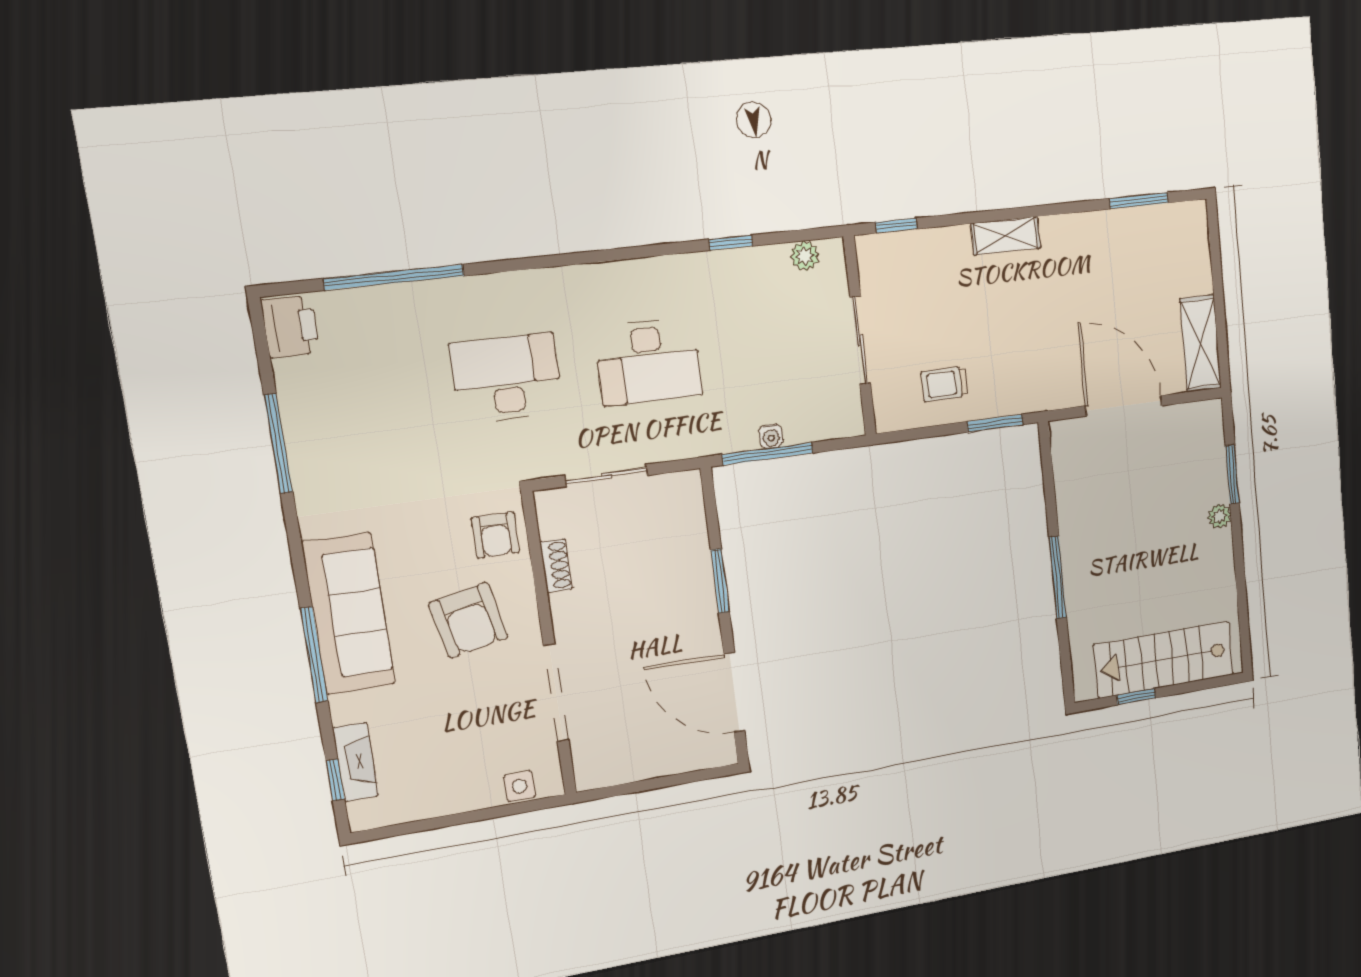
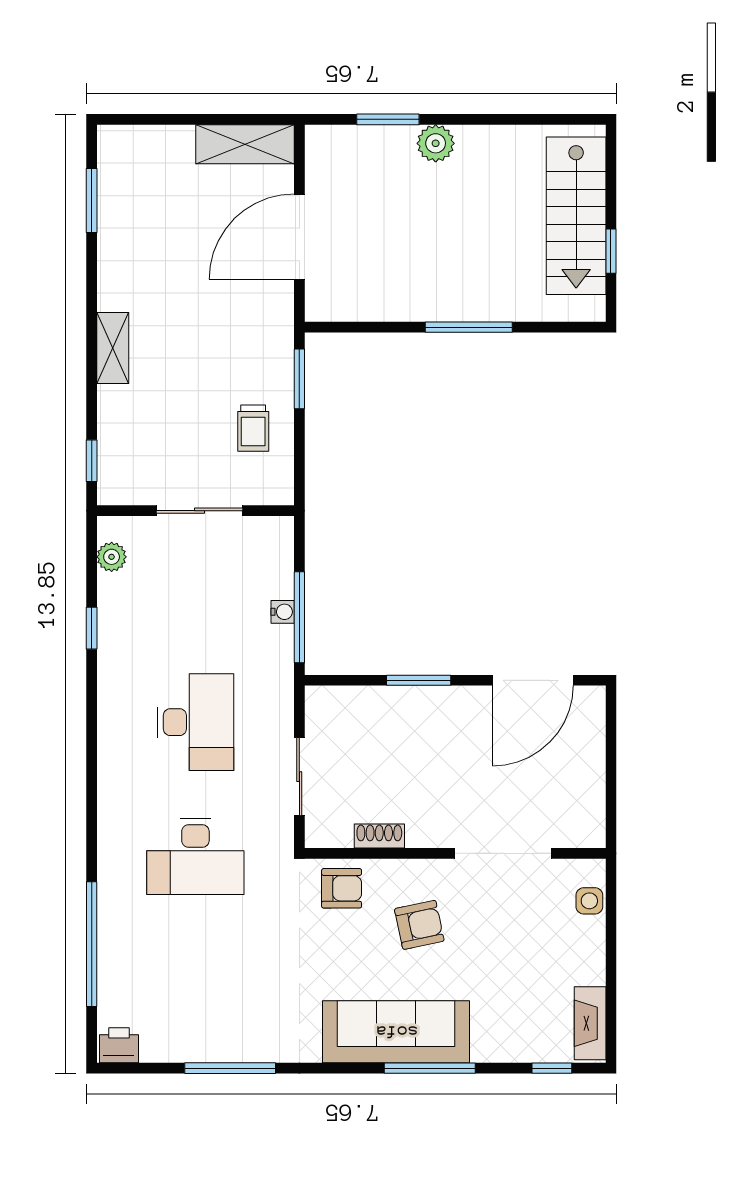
printer: (290, 327) -> (119, 1045), width x0.73, depth x0.81
desk: (507, 378) -> (195, 857), turned -90
plant: (1219, 516) -> (436, 143), width x1.38, depth x1.38
armchair: (468, 620) -> (419, 925), width x0.72, depth x0.72
fireplace: (356, 762) -> (590, 1023), moved, turned -90

